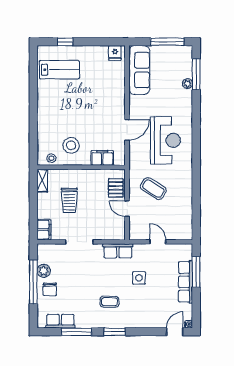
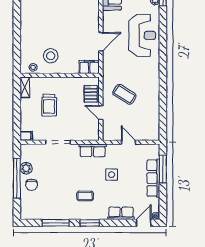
reception desk: (166, 140) -> (142, 35), moved
filing cabinet: (102, 158) -> (89, 67), moved
filing cabinet: (44, 230) -> (26, 136), width x0.50
row of seats: (60, 321) -> (121, 213), moved

